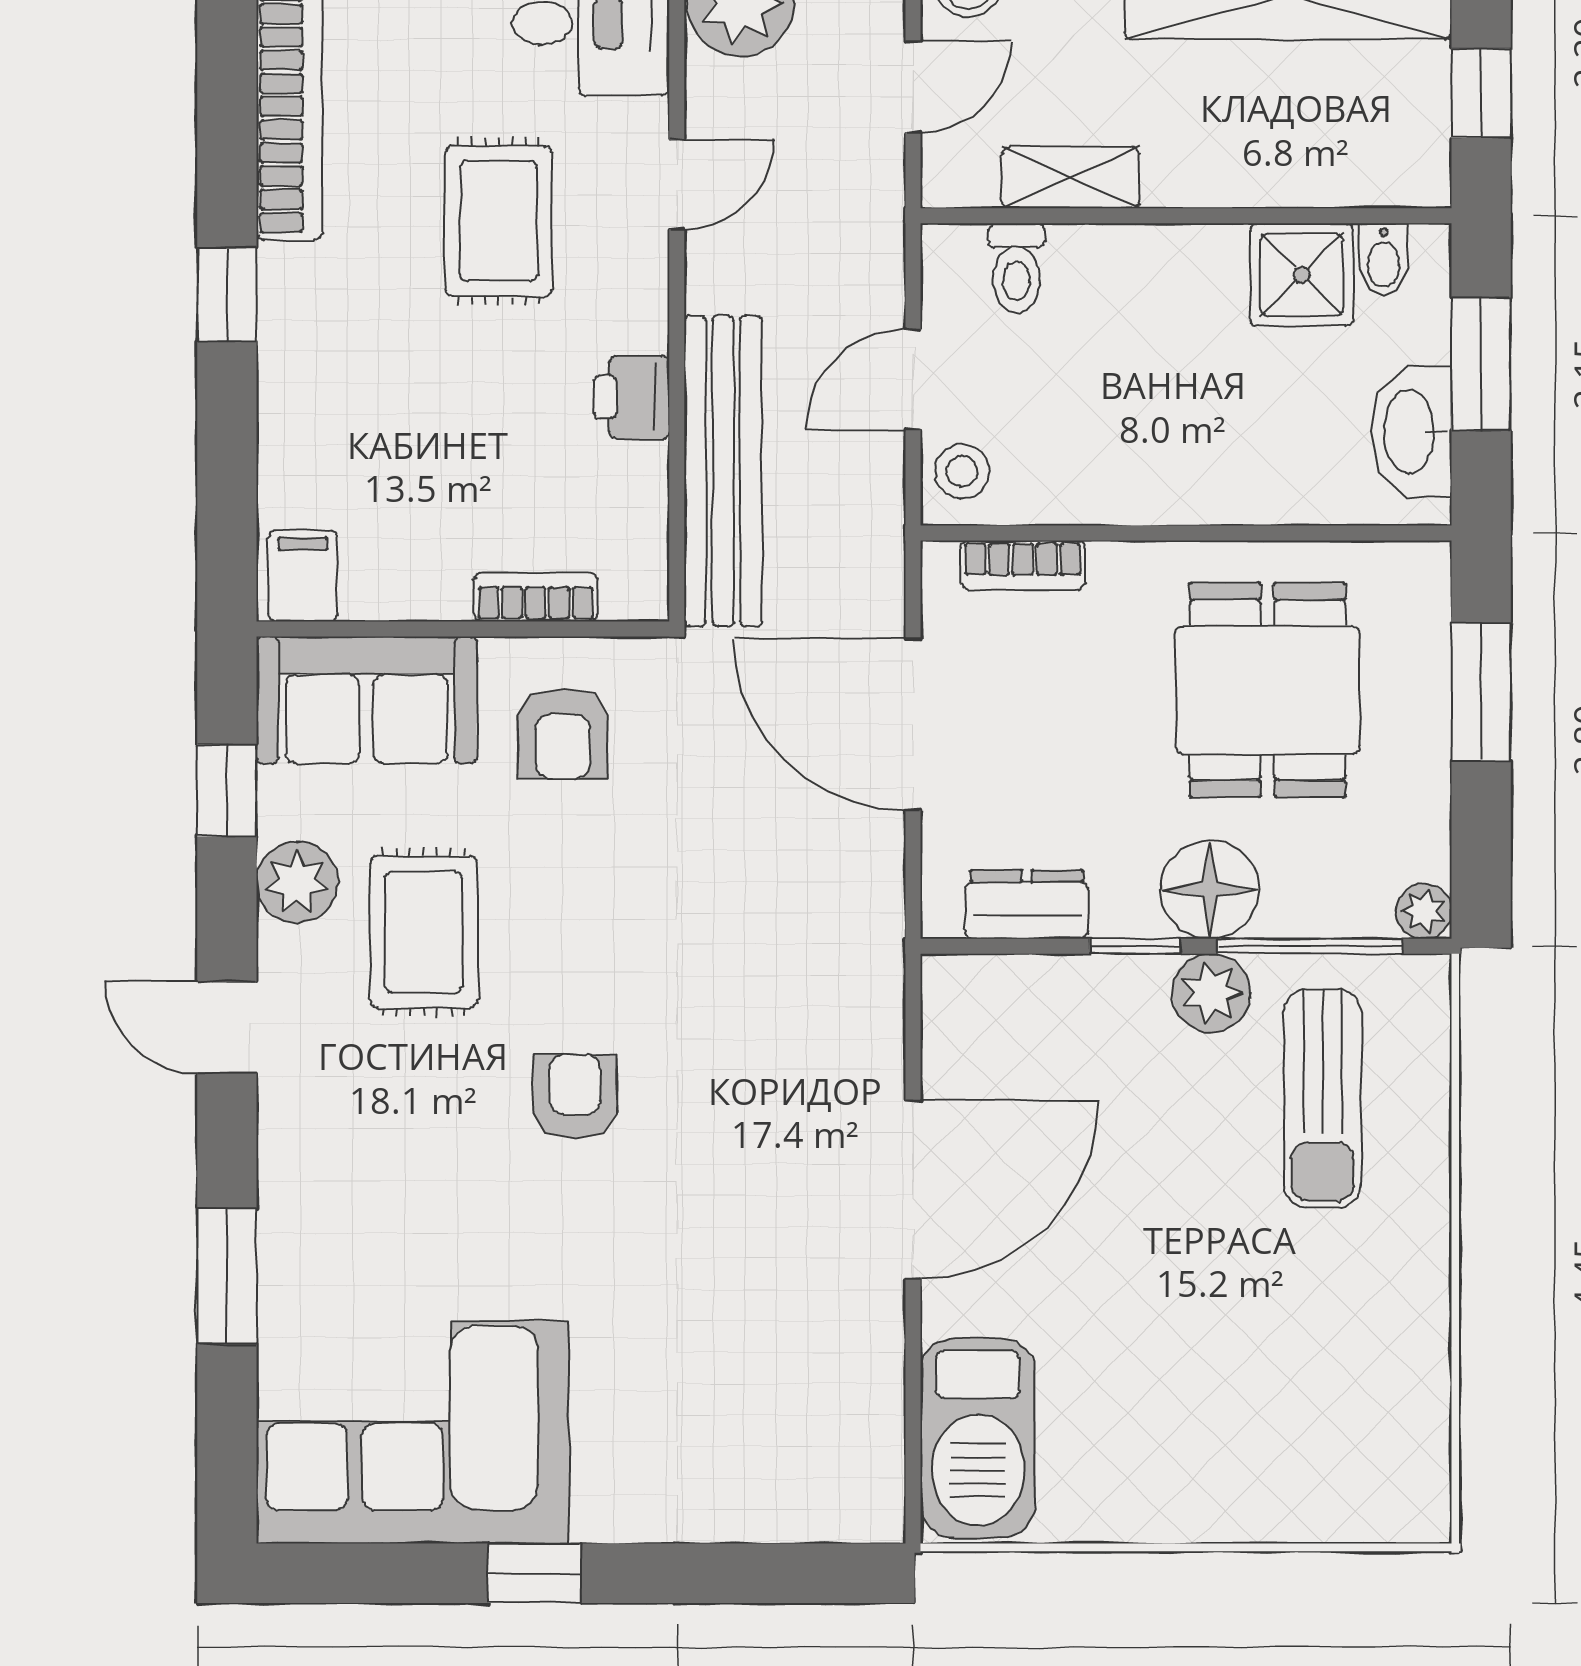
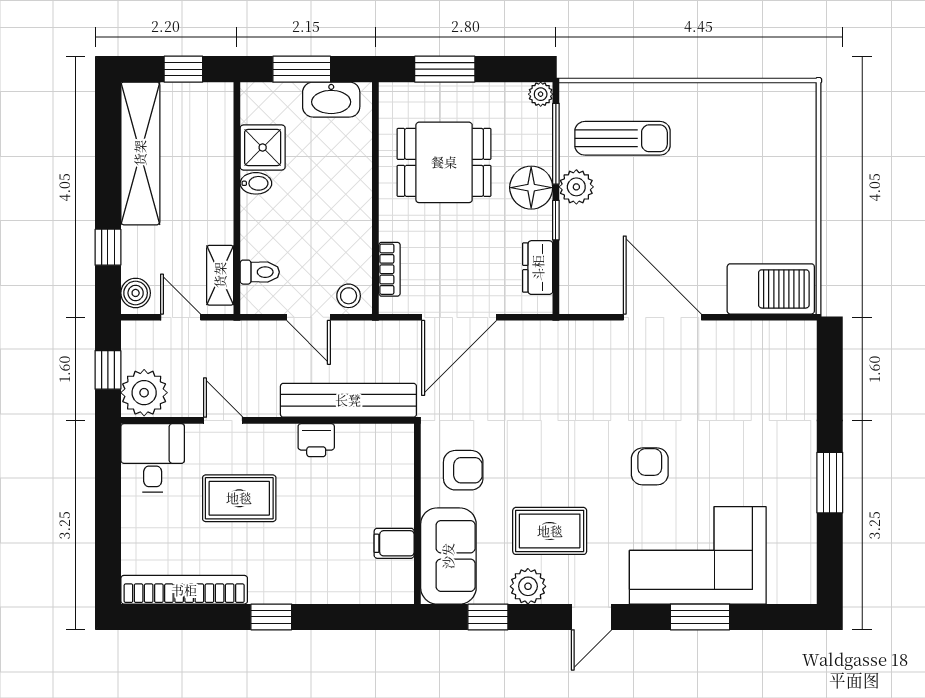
shelving: (1071, 178) -> (220, 275), moved
bidet: (1384, 259) -> (256, 183), moved
filing cabinet: (303, 576) -> (394, 543), moved
bookcase: (536, 597) -> (403, 482), removed
armchair: (575, 1096) -> (650, 466), moved, turned 90
corner sofa: (413, 1432) -> (698, 555), moved, turned 90
window: (534, 1573) -> (830, 483), width x1.50

